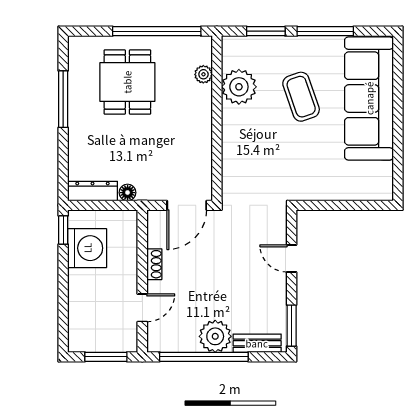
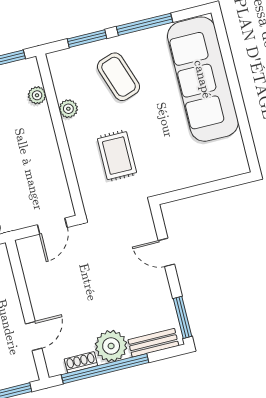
plant: (239, 87) -> (68, 109), width x0.53, depth x0.53
coffee table: (301, 97) -> (119, 77), moved
rug: (267, 152) -> (117, 156), added
door: (187, 205) -> (52, 226), width x0.73
shoe rack: (154, 264) -> (81, 362), moved, turned -90

